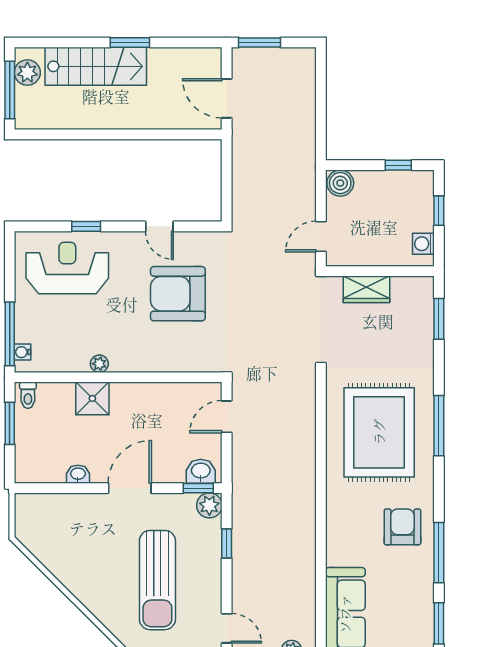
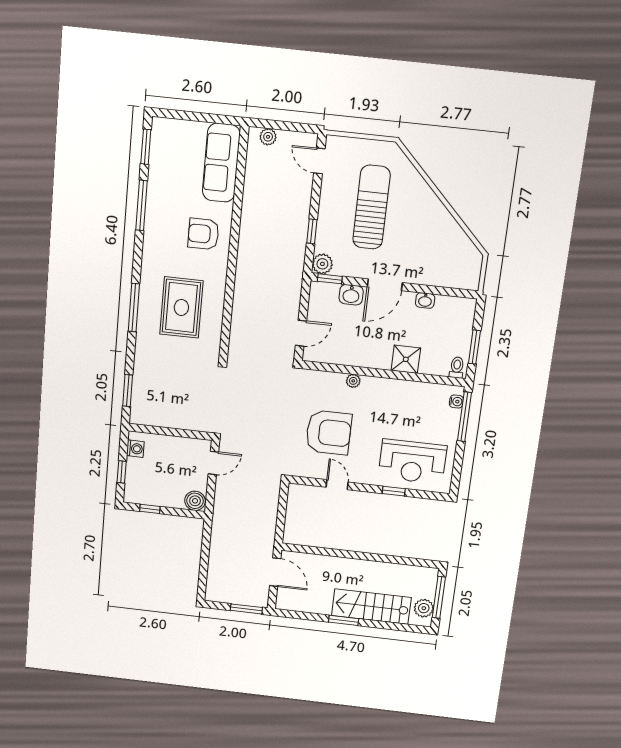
wardrobe: (366, 289) -> (182, 419), removed
plant: (99, 364) -> (353, 381), moved
rug: (379, 432) -> (181, 307), width x0.73, depth x0.69
washbasin: (201, 471) -> (351, 295), moved
armchair: (402, 527) -> (203, 234), moved, turned 90

